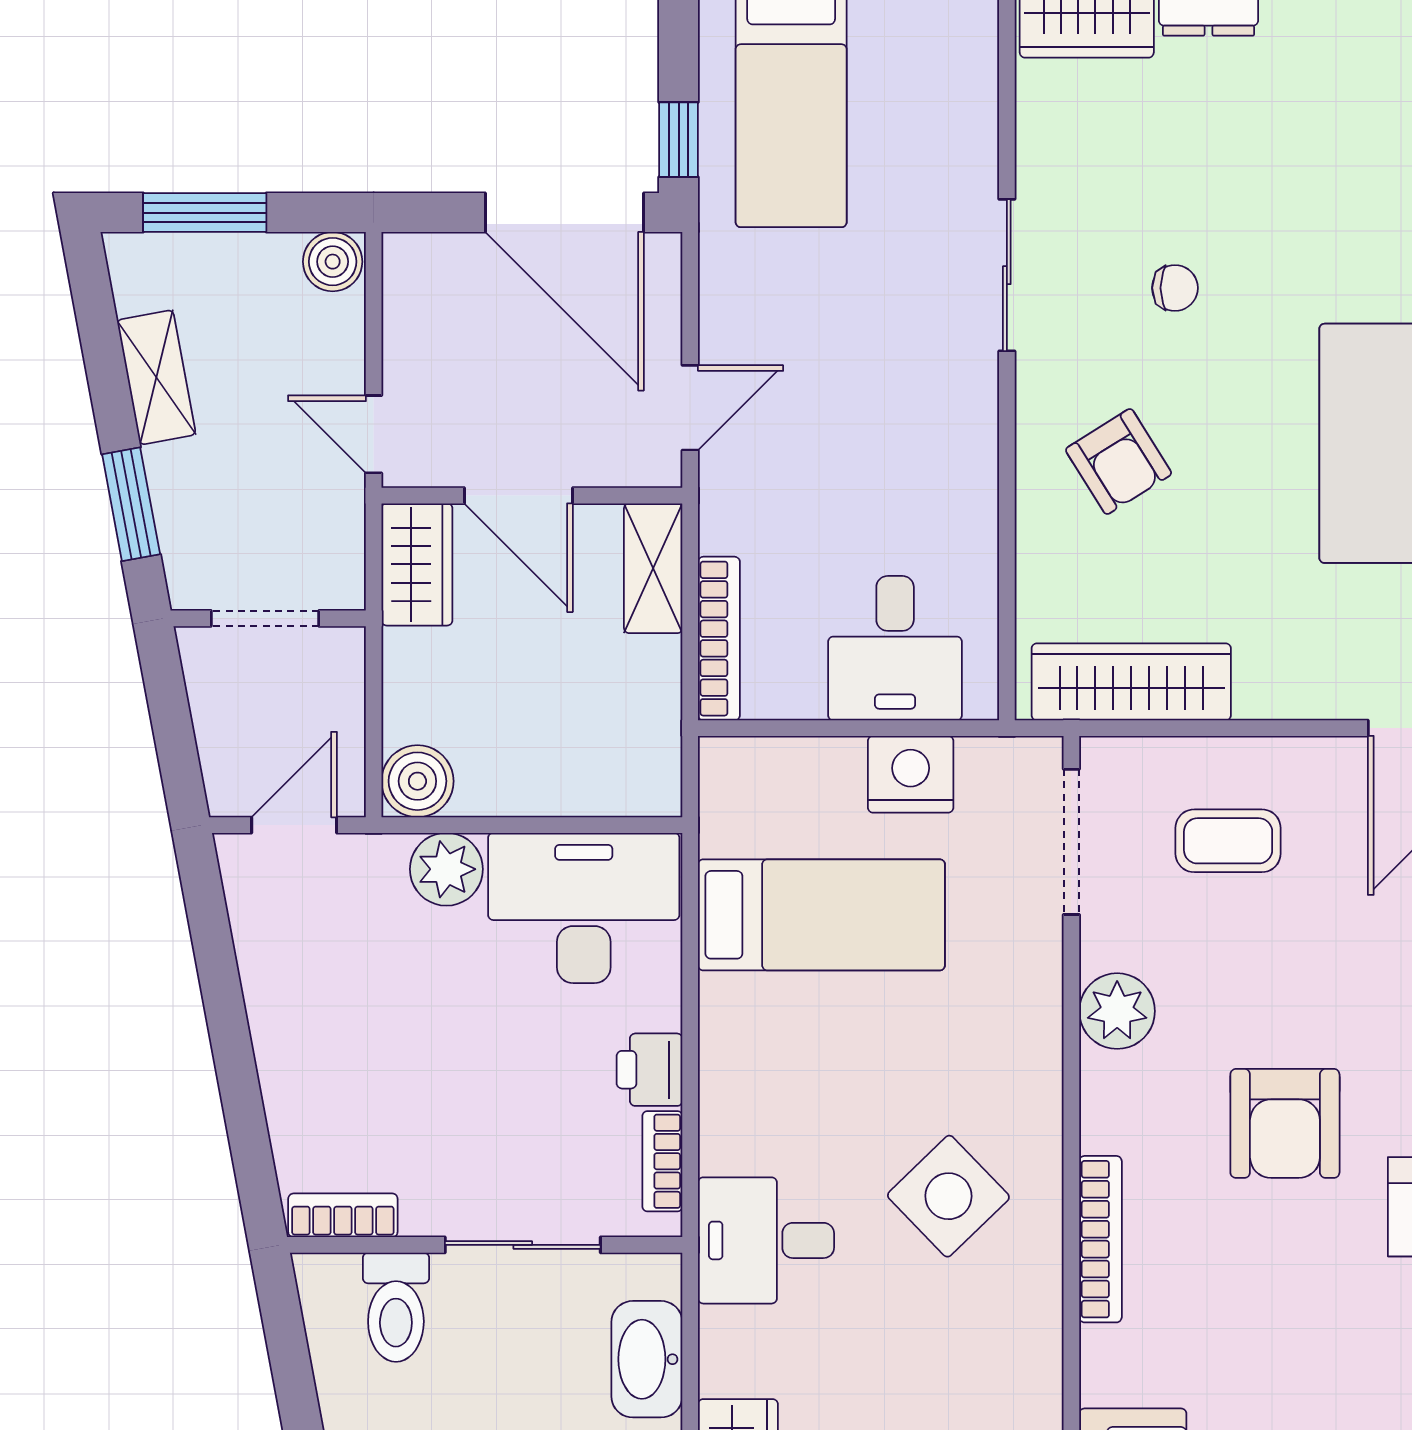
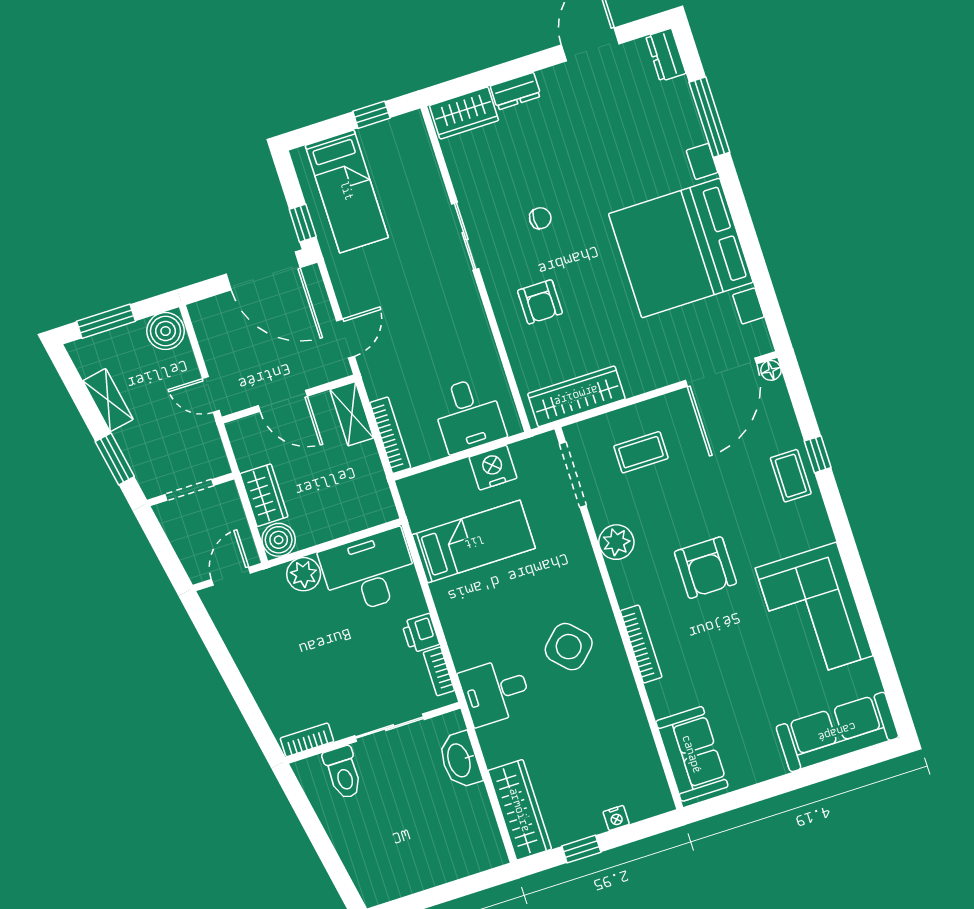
boiler: (333, 262) -> (166, 331), width x1.36, depth x1.36
armchair: (1119, 462) -> (540, 302), turned 32
wardrobe: (417, 564) -> (264, 495), moved

